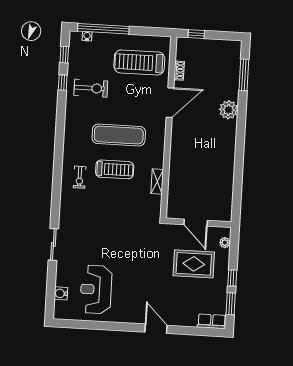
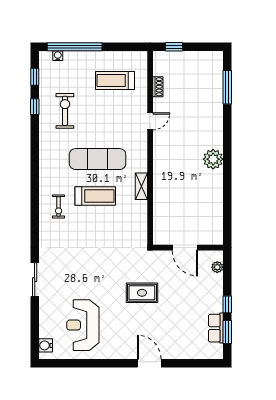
treadmill: (139, 62) -> (115, 80), width x0.73, depth x0.73
exercise bike: (91, 88) -> (65, 111), turned -90
door: (170, 103) -> (150, 121), width x0.53
plant: (229, 110) -> (213, 159), moved
shelving: (157, 181) -> (141, 186), moved
rug: (194, 264) -> (142, 293), moved, width x0.73, depth x0.70
water cooler: (61, 293) -> (46, 345), moved
row of seats: (212, 321) -> (216, 328), moved, turned -90

